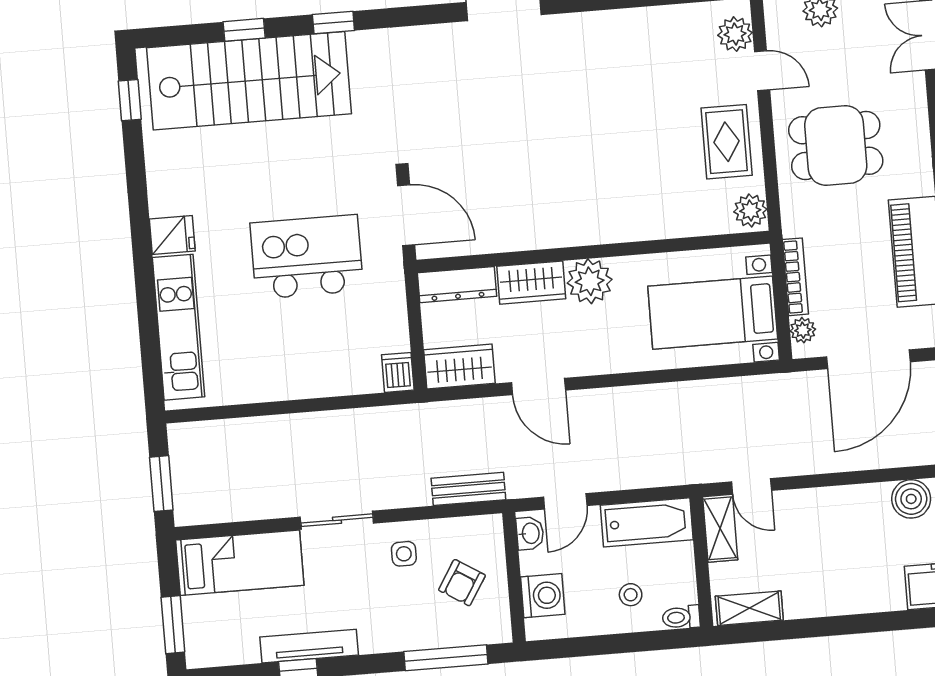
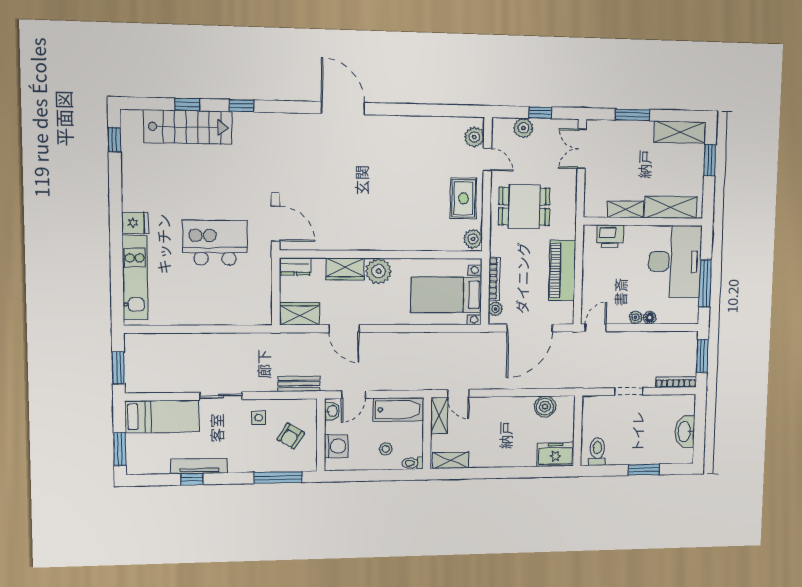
stairs: (249, 81) -> (188, 127), width x0.73, depth x0.66
dresser: (457, 285) -> (295, 266), width x0.70
dishwasher: (398, 372) -> (263, 314), removed

